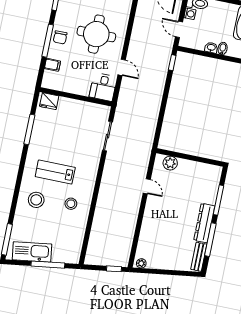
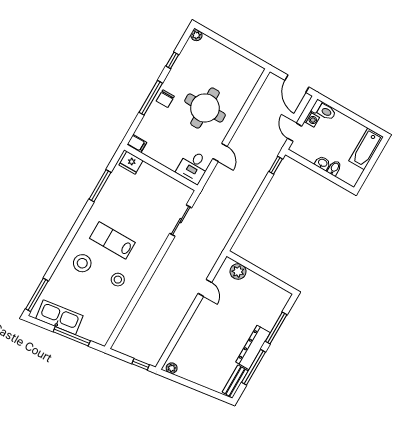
filing cabinet: (52, 65) -> (137, 143), moved

